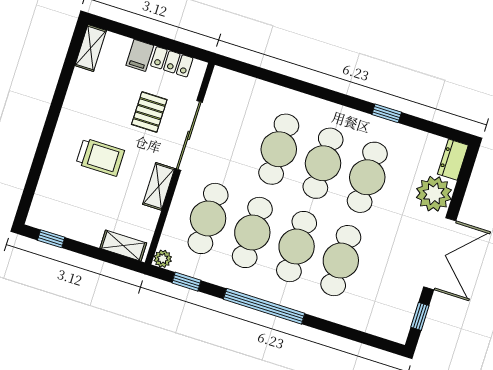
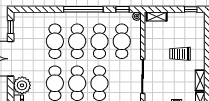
pallet: (149, 112) -> (164, 81), removed
shelving: (159, 186) -> (200, 80), moved

